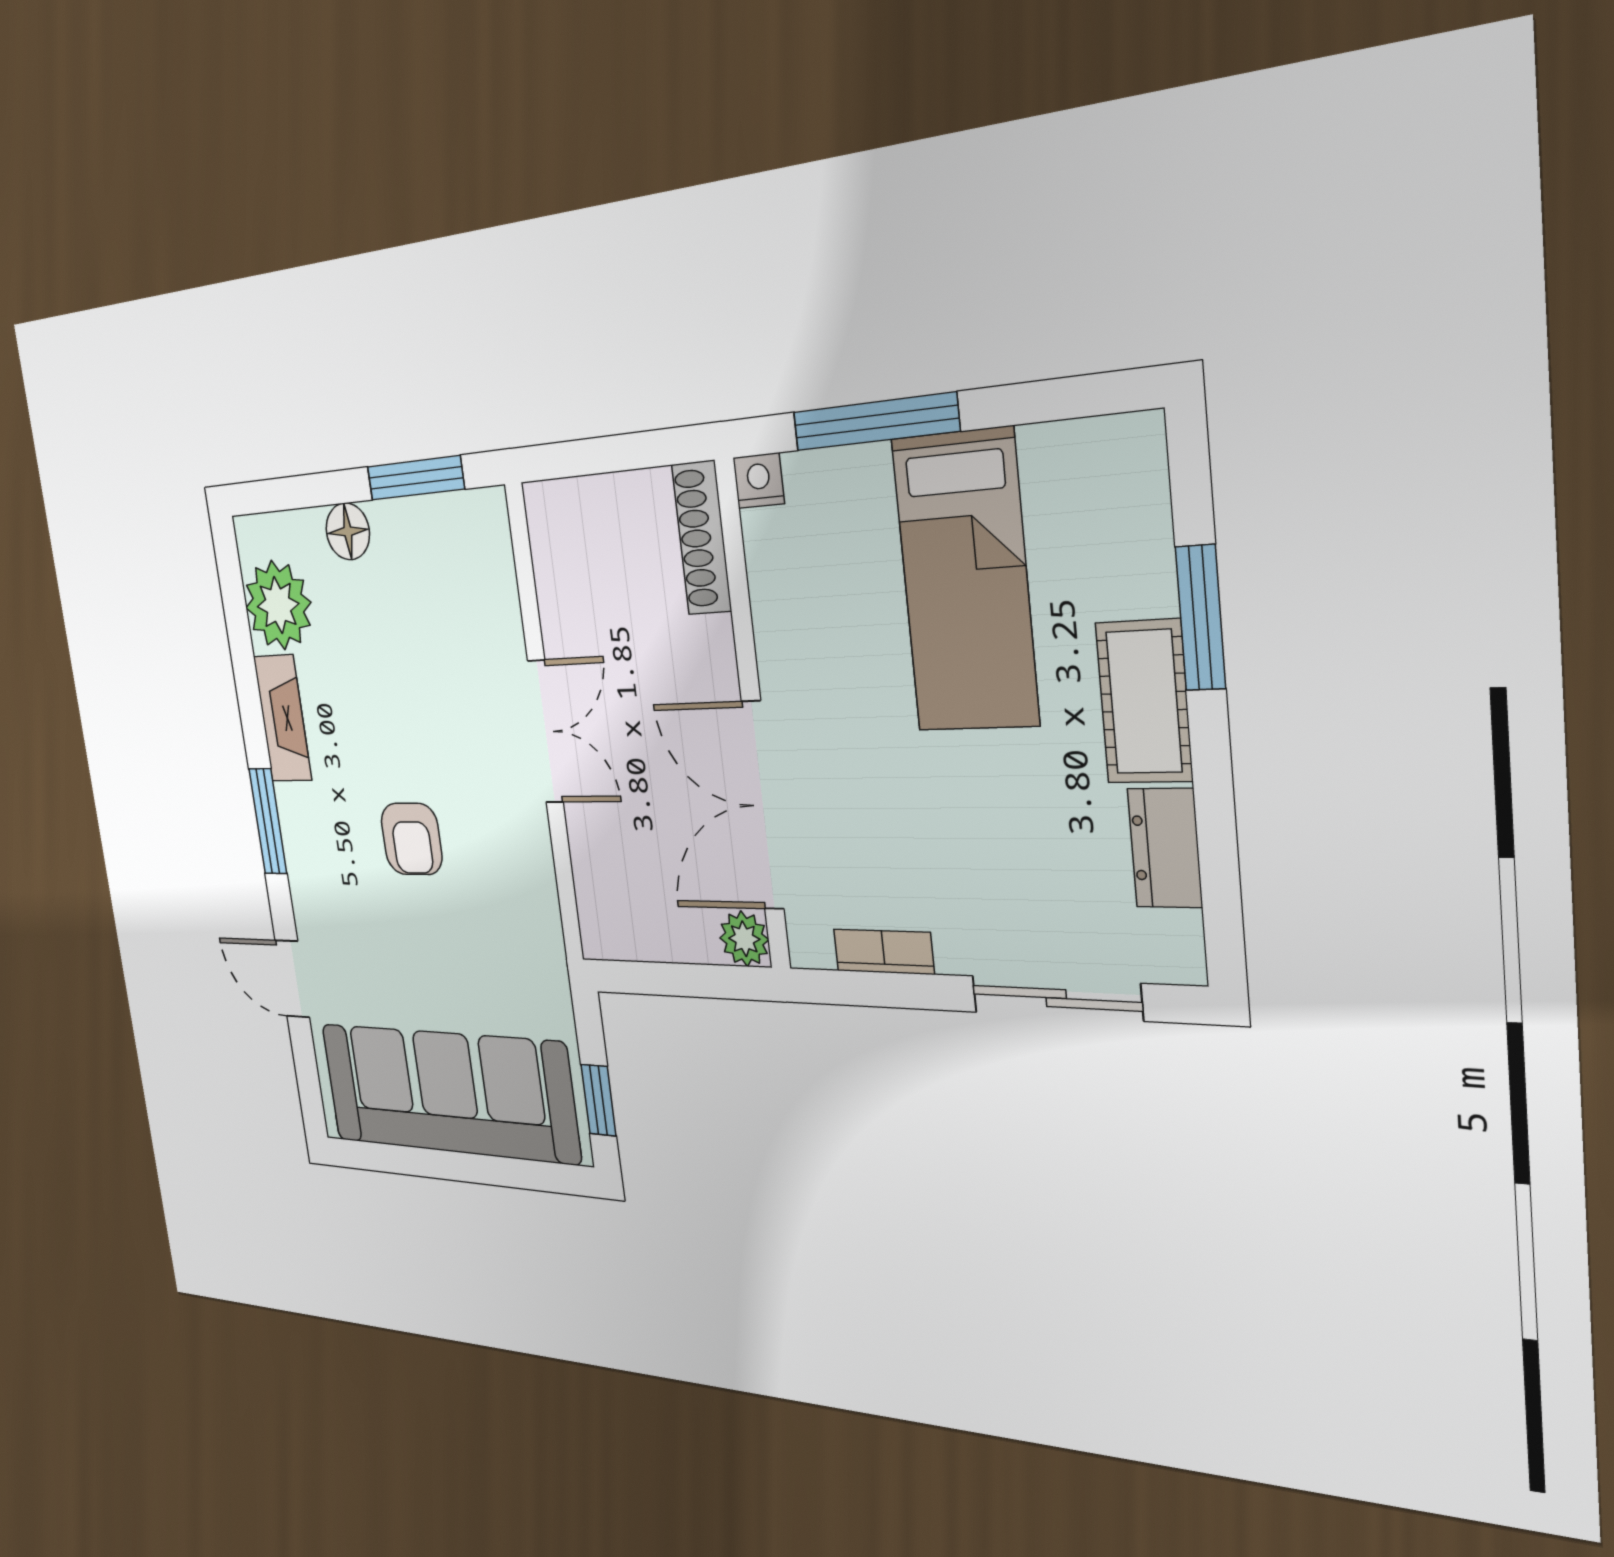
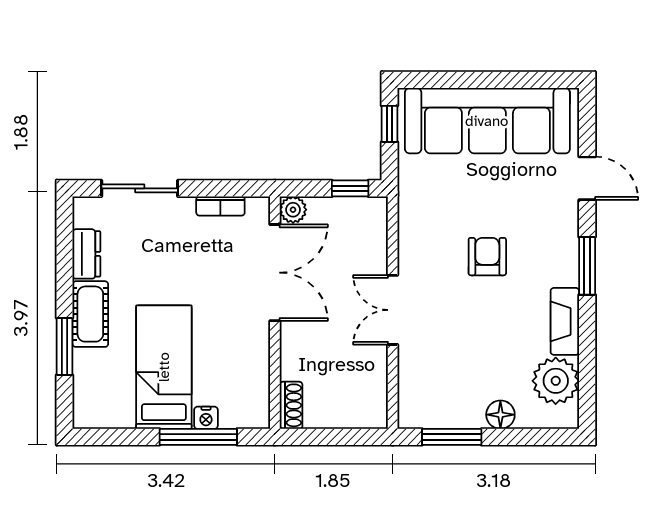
nightstand: (759, 481) -> (206, 418), moved
shoe rack: (702, 538) -> (291, 405), width x0.70
window: (648, 978) -> (350, 188), added

